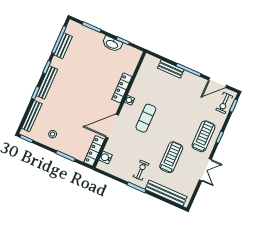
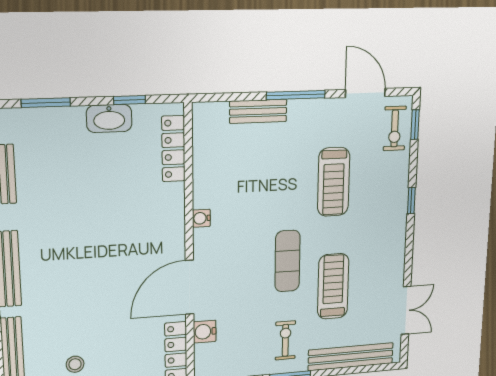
door: (217, 83) -> (365, 93), swing flipped
locker: (122, 88) -> (173, 149), moved
exercise mat: (146, 118) -> (287, 261), moved
treadmill: (203, 136) -> (334, 182), moved, turned 180
water cooler: (106, 157) -> (205, 332), moved
double door: (205, 170) -> (406, 310), moved

